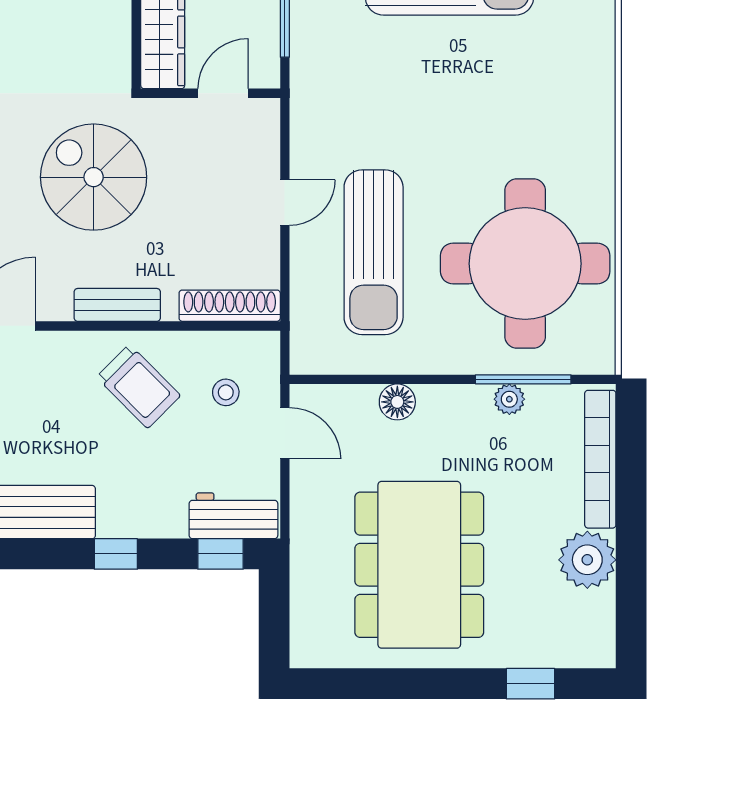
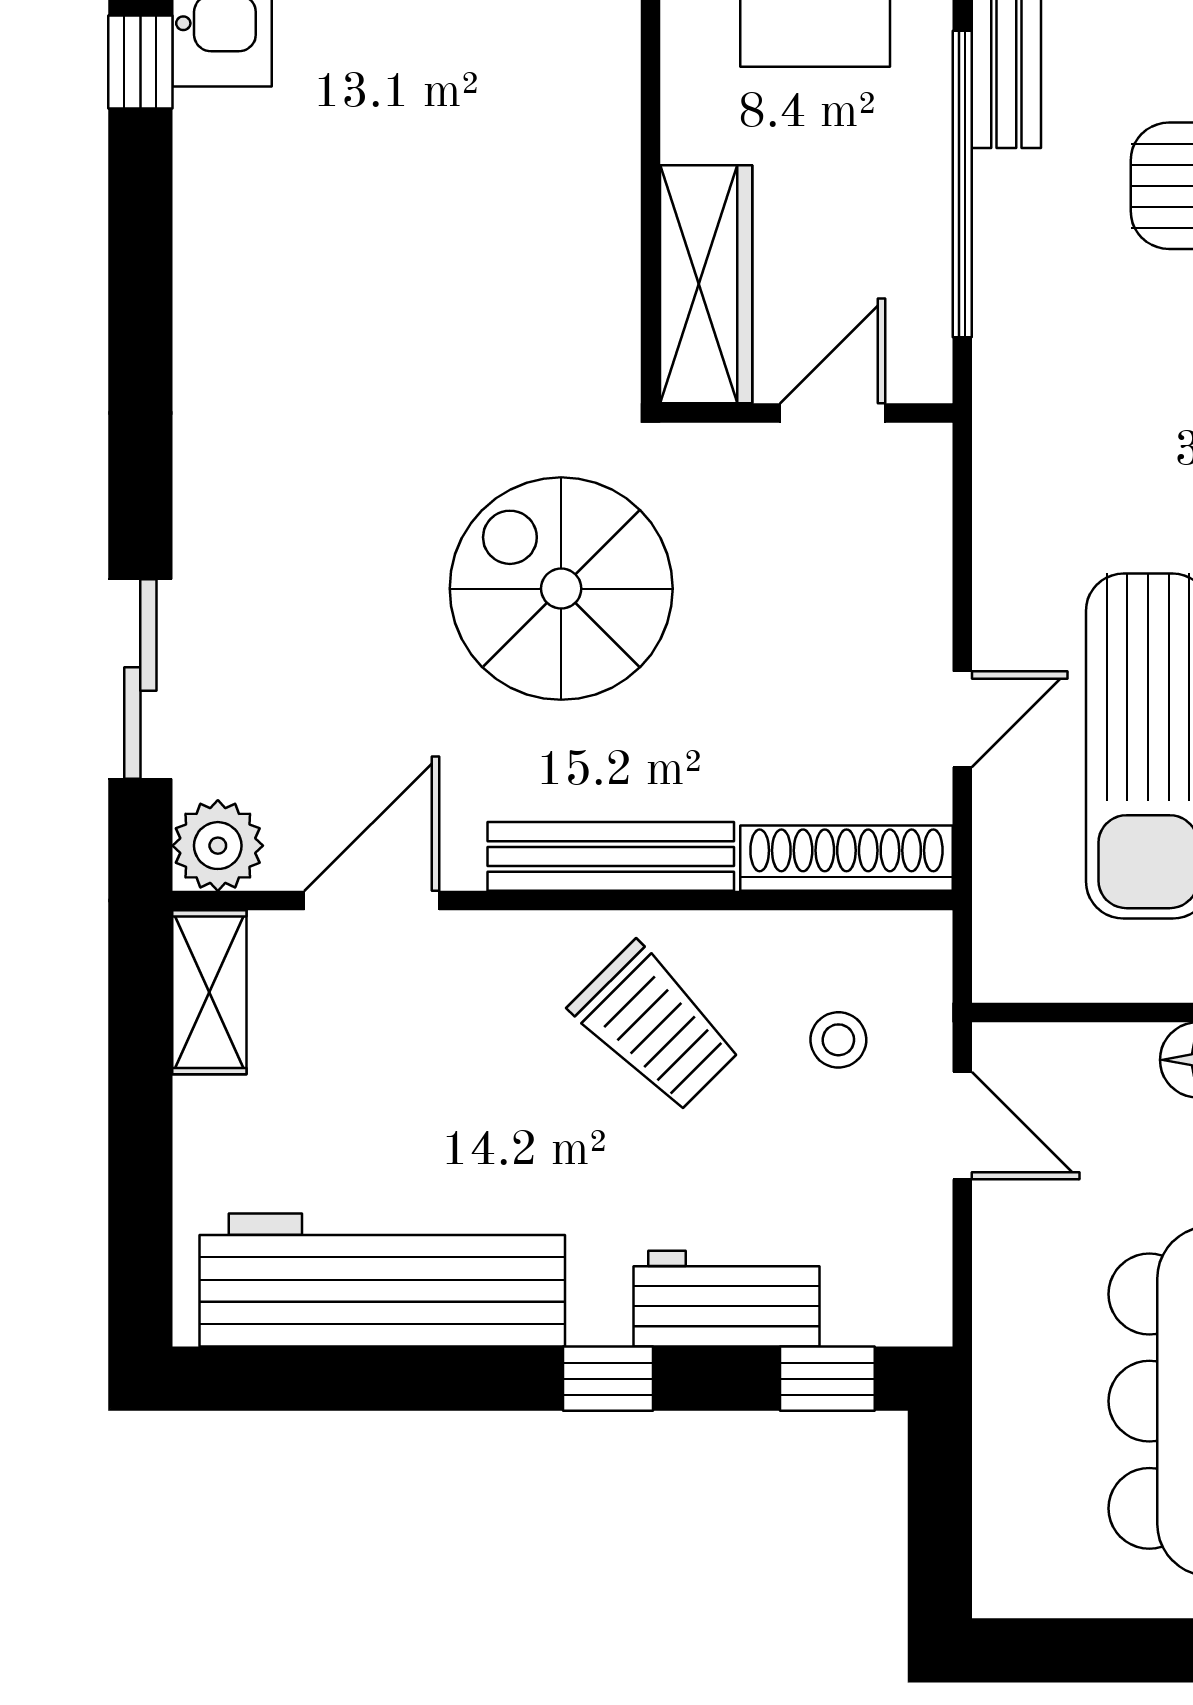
door: (285, 203) -> (962, 719), moved
bench: (117, 305) -> (611, 856), width x1.36
workbench: (233, 516) -> (727, 1299), moved

